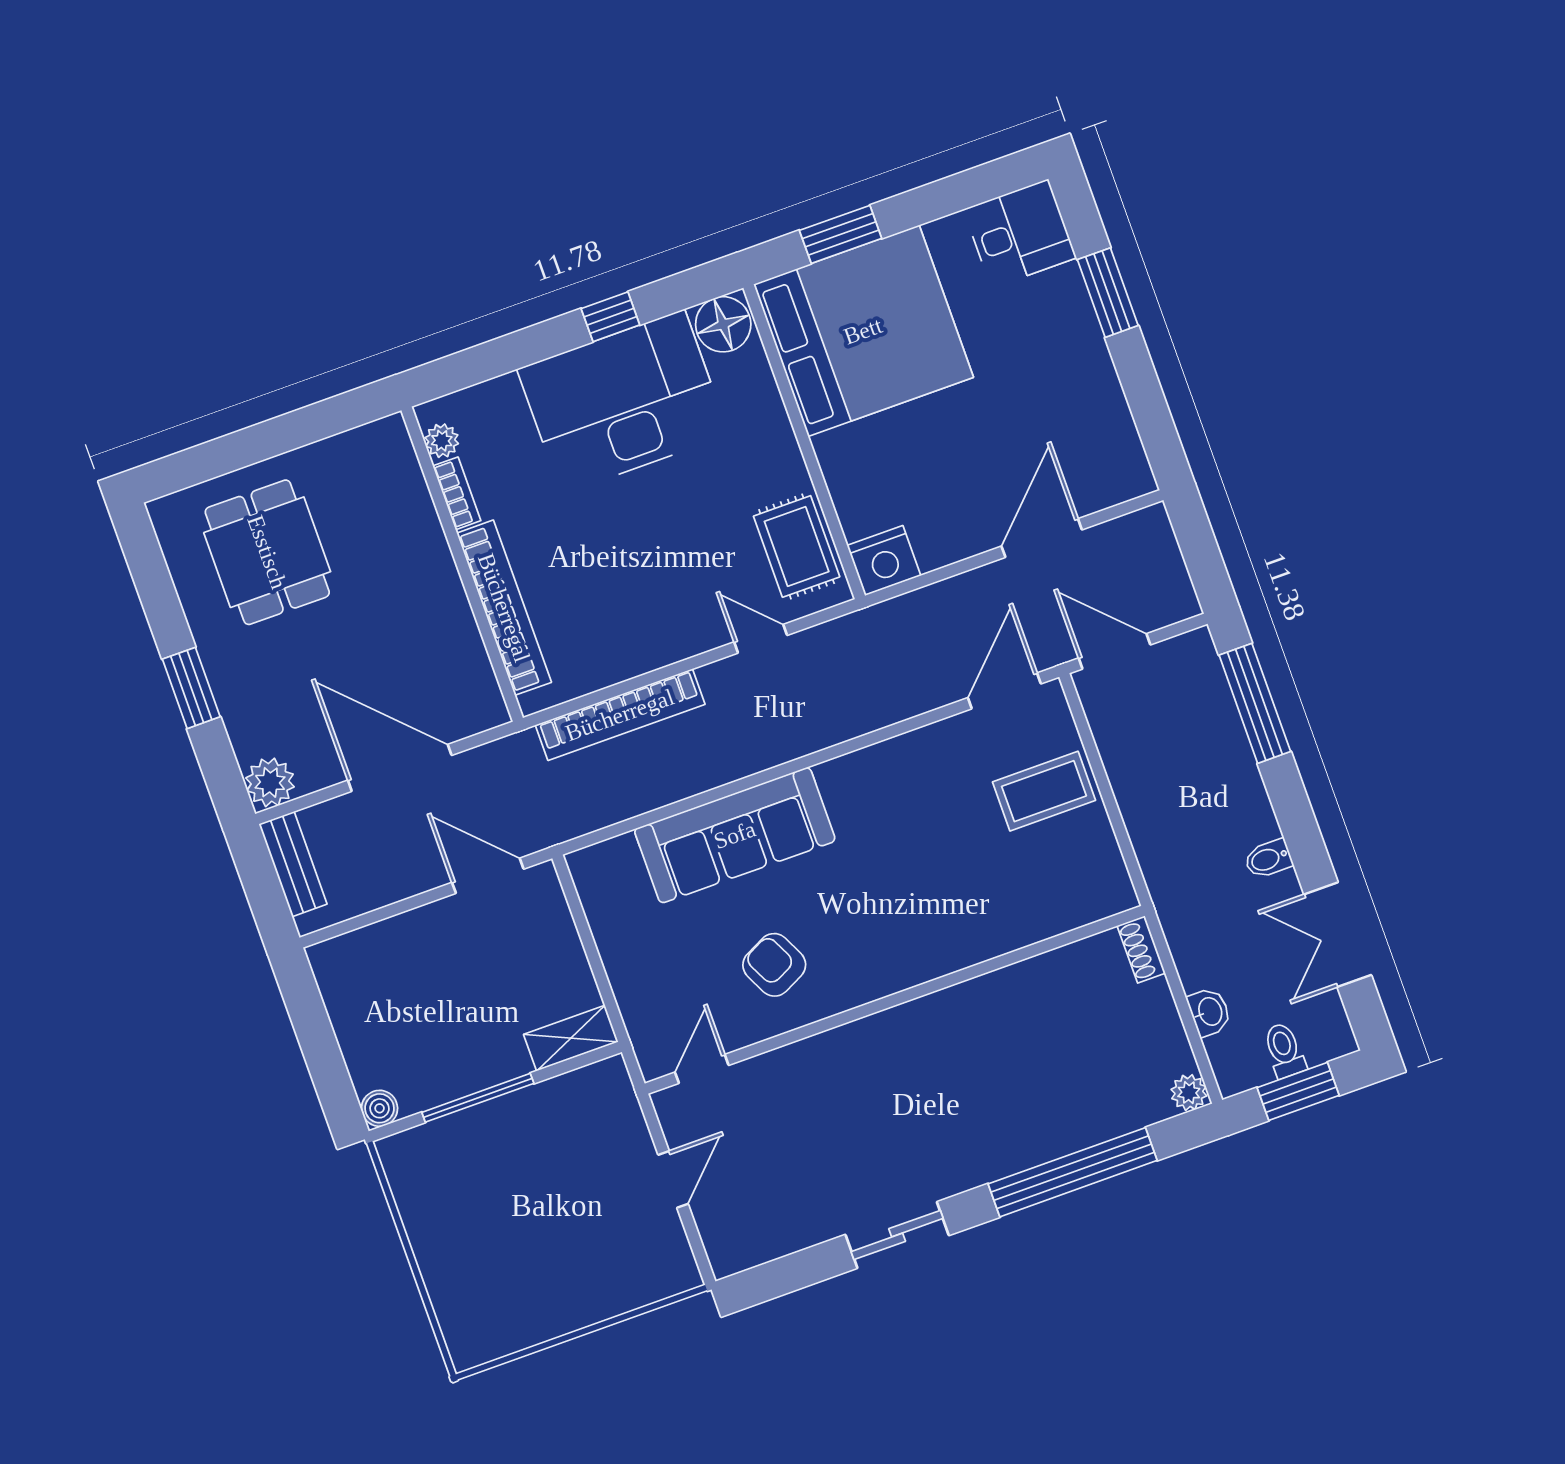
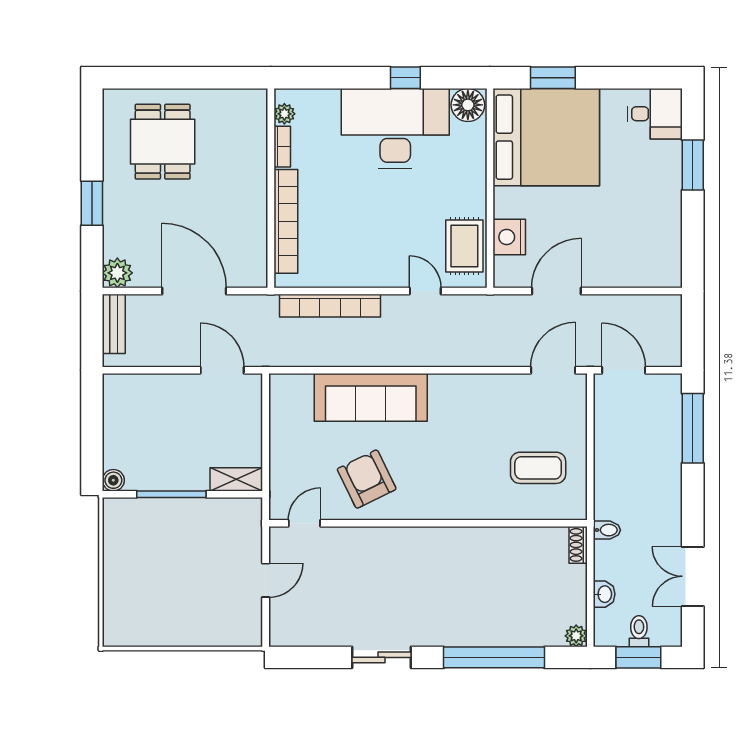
door: (1042, 538) -> (556, 291), moved
nightstand: (884, 561) -> (509, 237), moved, turned 90
coffee table: (1044, 791) -> (538, 468), moved
bidet: (1268, 859) -> (607, 530), moved, turned 180
armchair: (774, 965) -> (367, 479), width x1.38, depth x1.38

